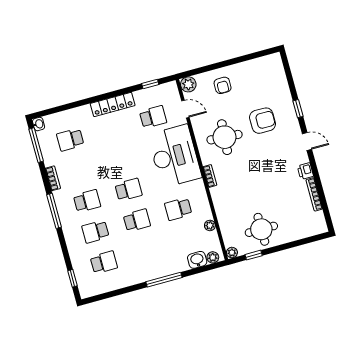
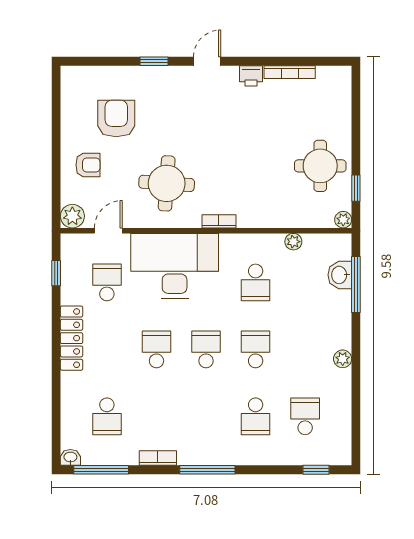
armchair: (263, 121) -> (116, 118), moved
school desk: (87, 201) -> (156, 349), moved
plant: (213, 257) -> (343, 359), moved
window: (164, 280) -> (356, 285), moved

